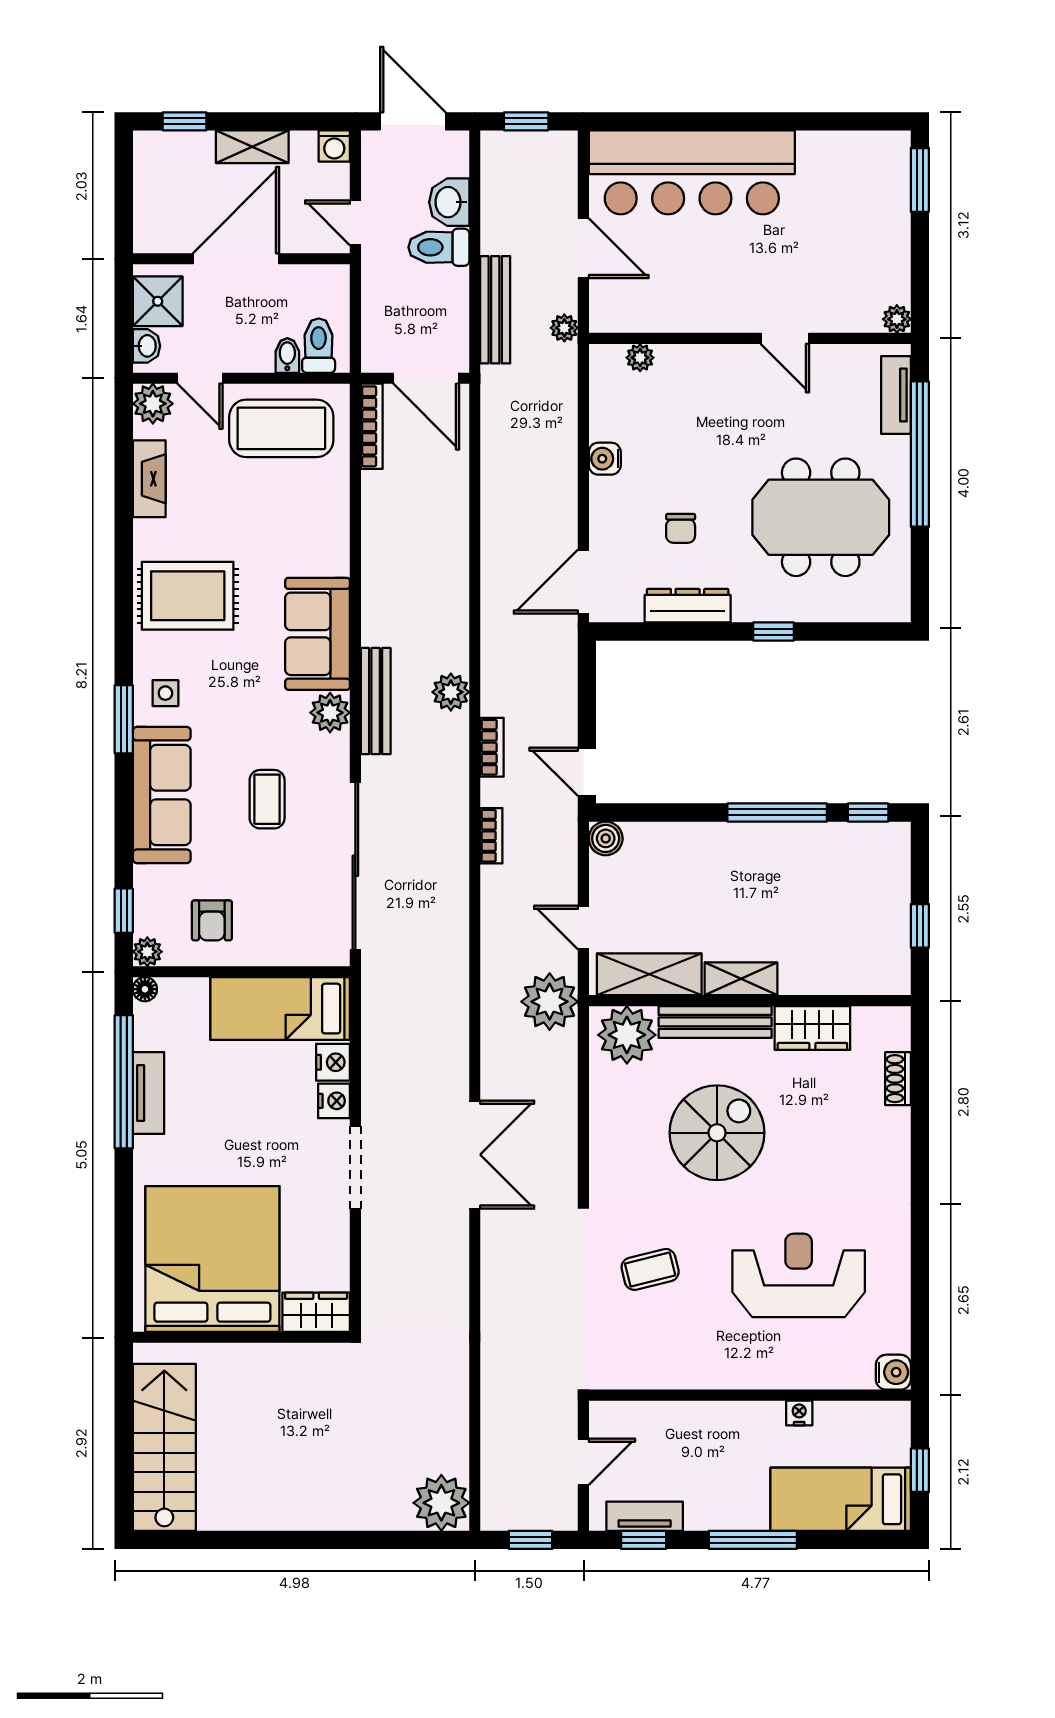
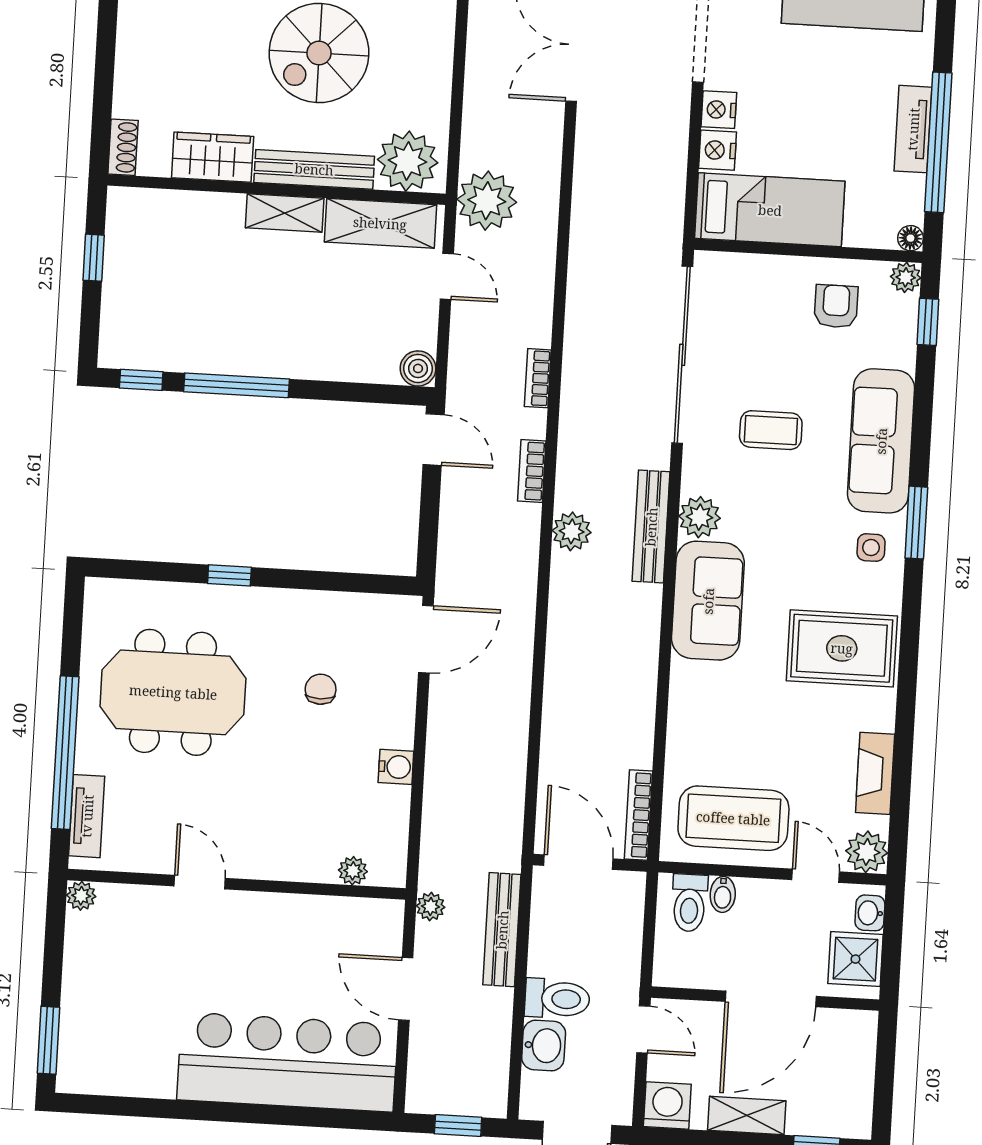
washing machine: (334, 146) -> (667, 1105), width x1.38, depth x1.38
dresser: (688, 606) -> (318, 608), removed
coffee table: (267, 799) -> (771, 430), turned 90
shoe rack: (898, 1079) -> (123, 147), moved

